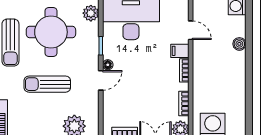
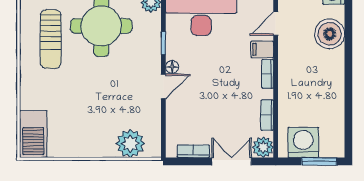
door: (191, 30) -> (276, 24), swing flipped
boiler: (239, 44) -> (330, 34), width x1.86, depth x1.86
sun lounger: (47, 84) -> (97, 91), removed

